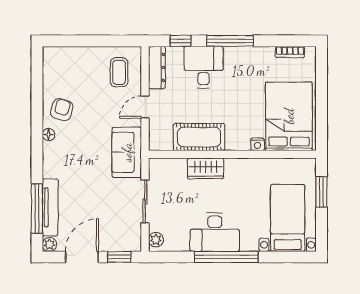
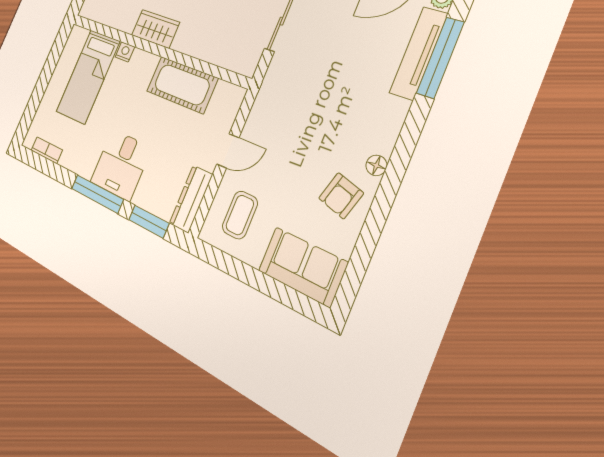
window: (181, 41) -> (149, 222), width x1.50
desk: (203, 67) -> (121, 165), moved
bed: (289, 116) -> (88, 77), width x0.67
sofa: (127, 152) -> (303, 267), moved, turned -90
wardrobe: (206, 168) -> (155, 29), moved

